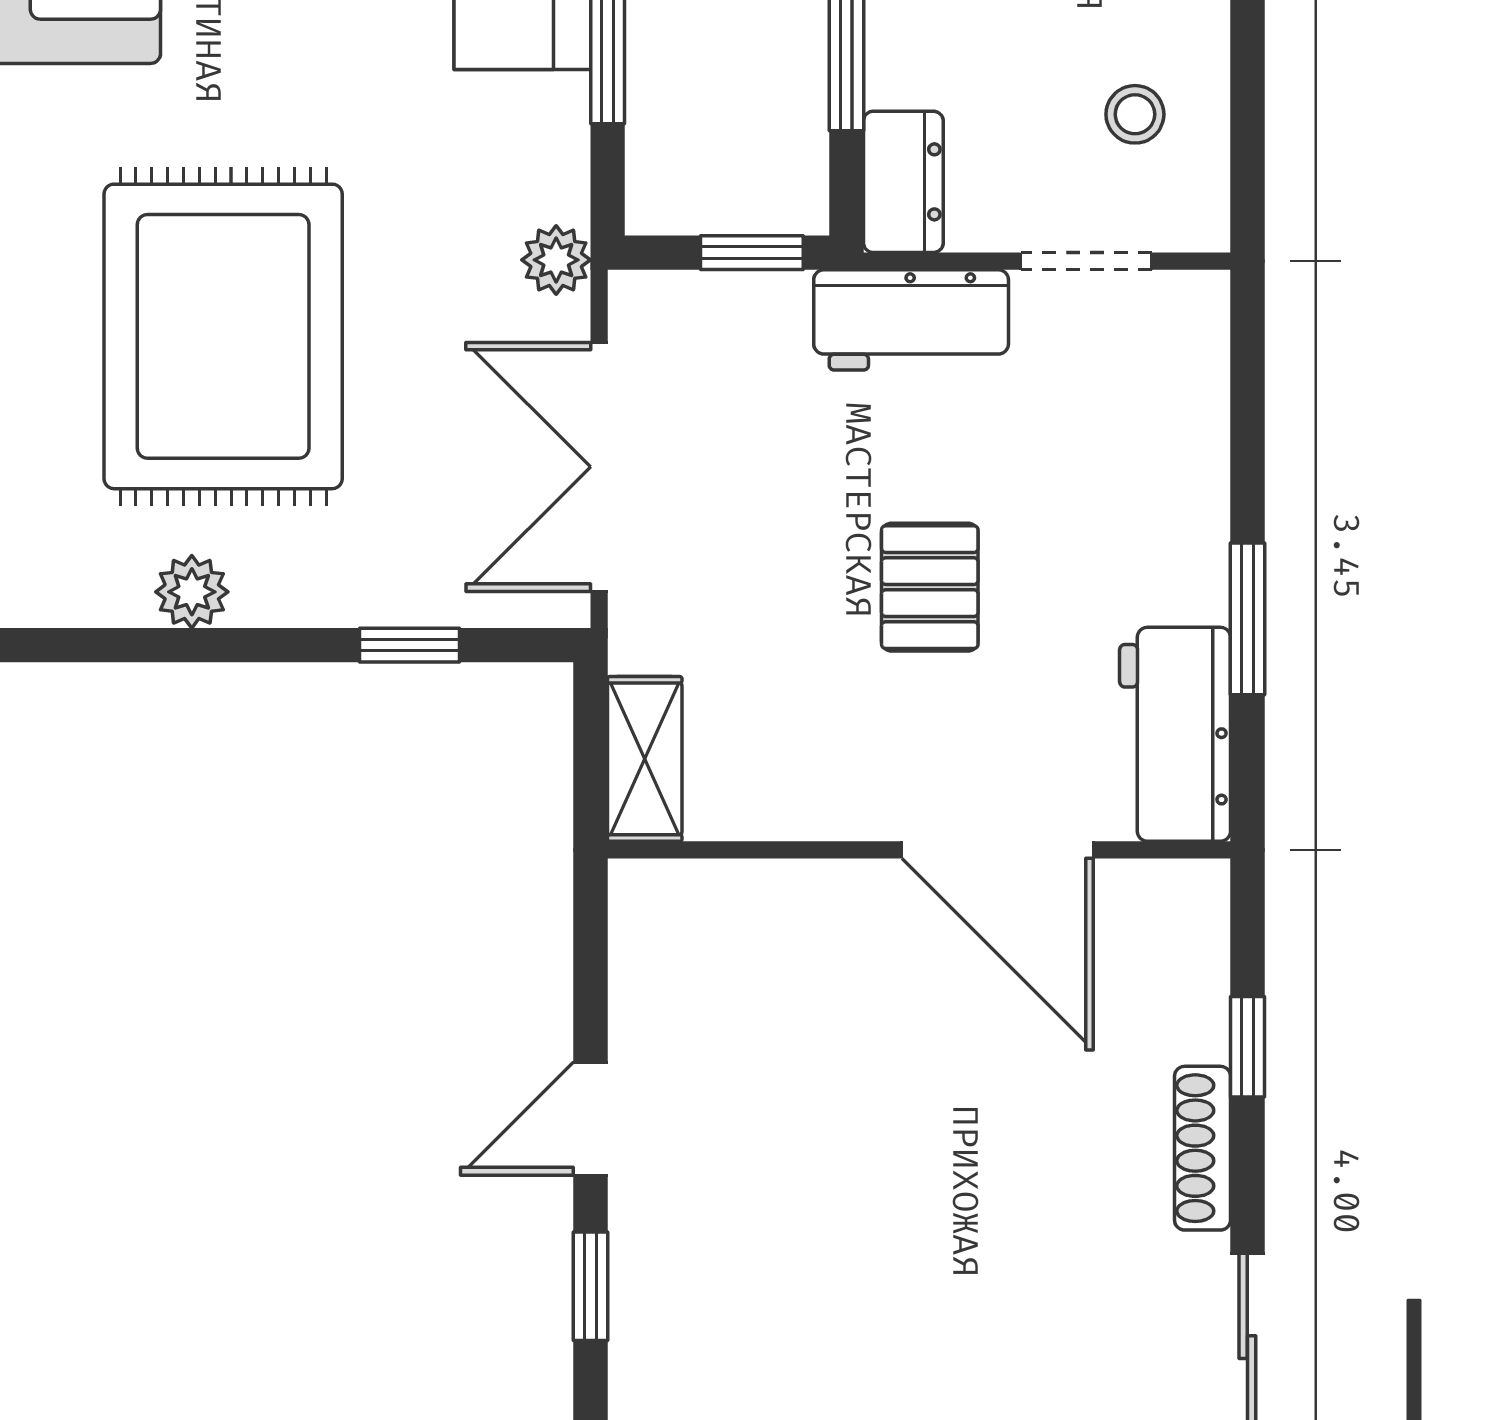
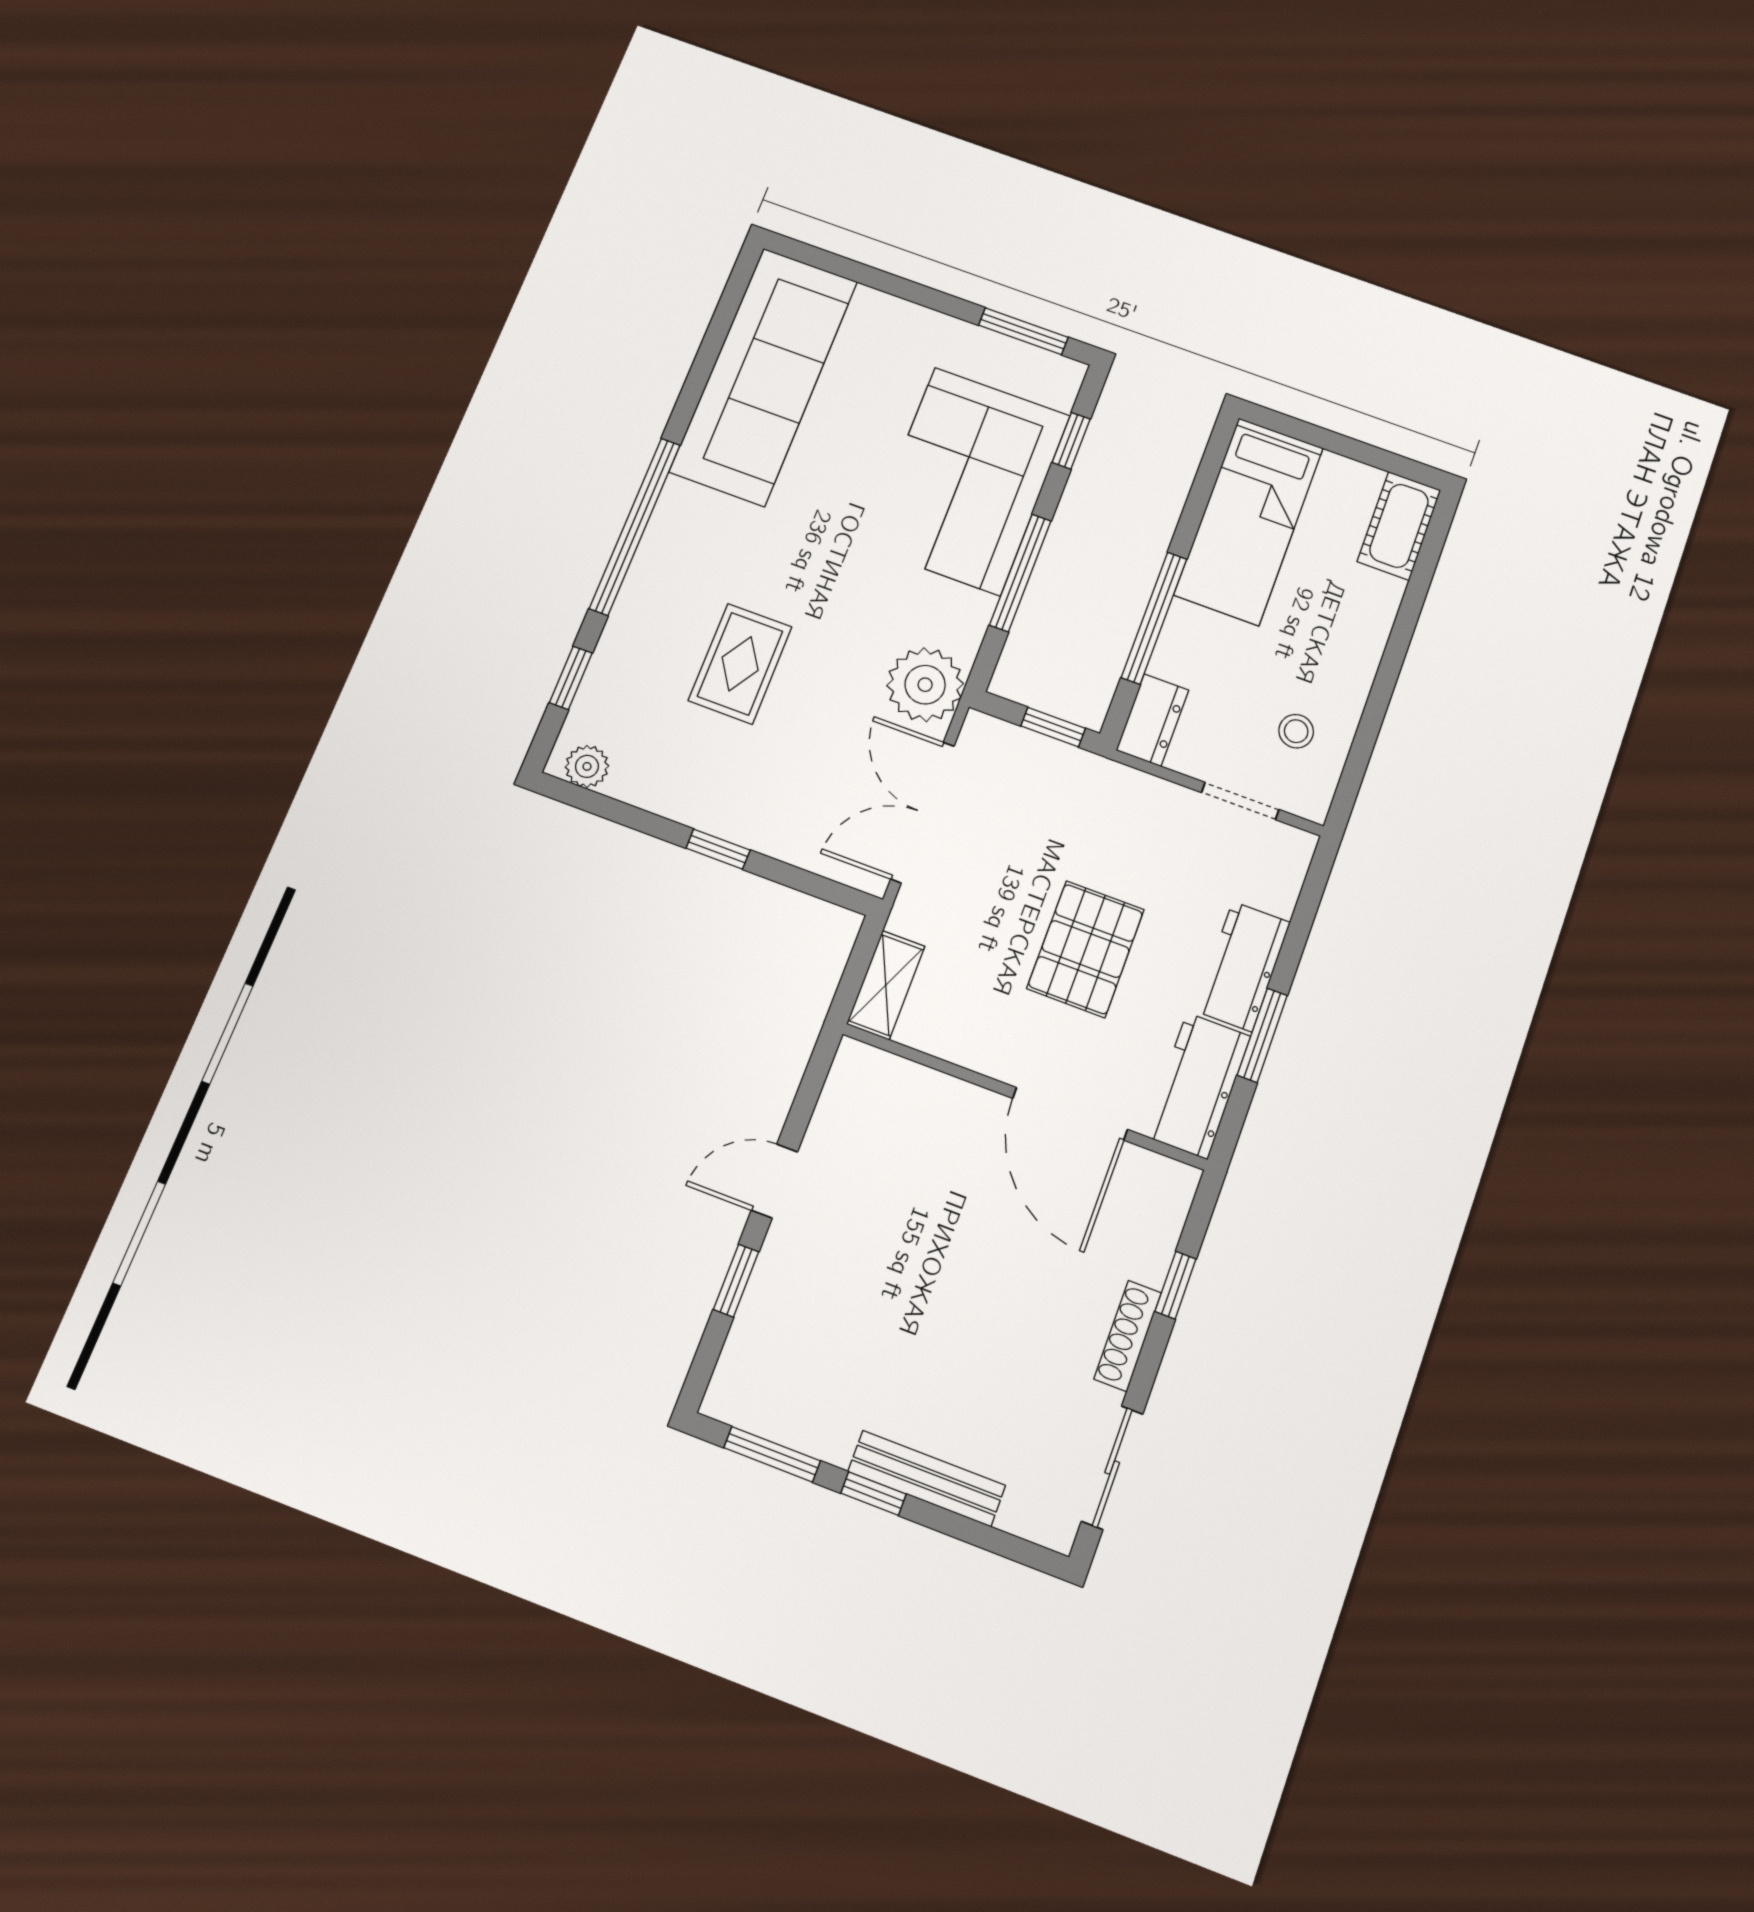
plant: (556, 260) -> (925, 685), width x1.87, depth x1.87
workbench: (911, 320) -> (1242, 966), moved, turned 90
rug: (223, 336) -> (740, 664), width x0.54, depth x0.49
pallet: (930, 587) -> (1086, 949), width x1.50, depth x1.42
plant: (192, 592) -> (587, 766), moved
window: (410, 645) -> (718, 849), moved

